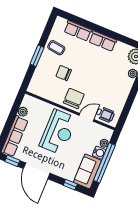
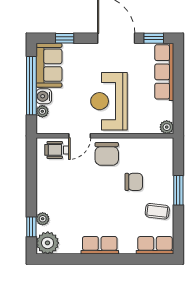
row of seats: (78, 31) -> (155, 245), moved
plant: (23, 112) -> (167, 127), moved

